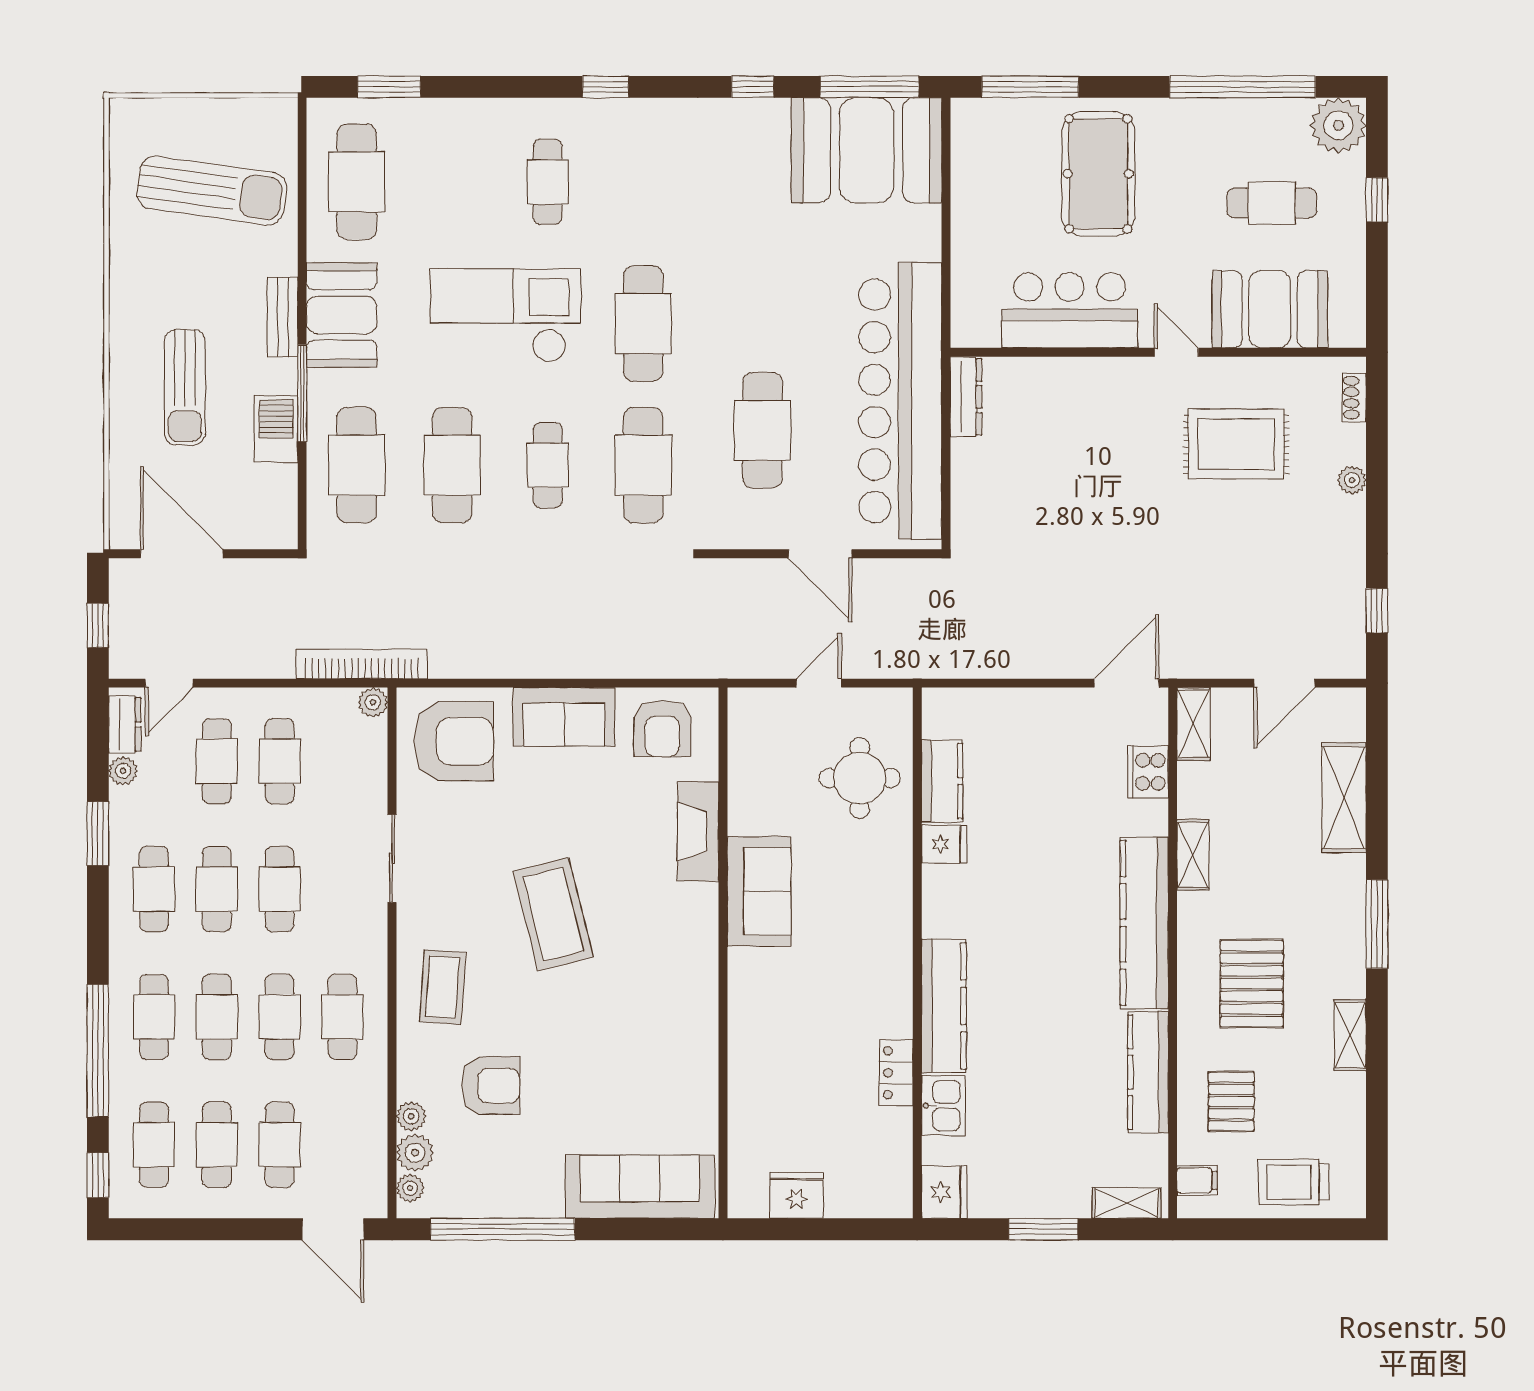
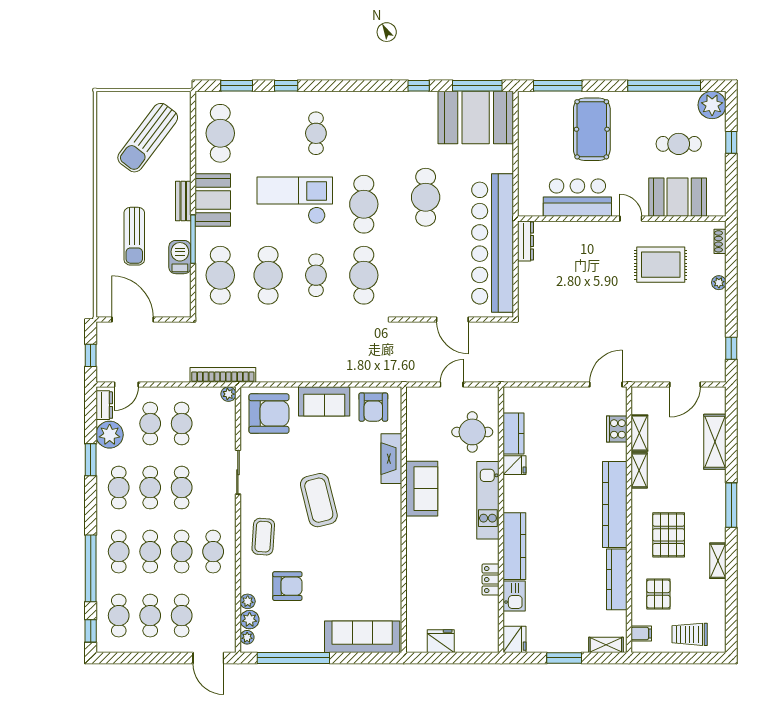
window: (606, 87) -> (286, 86), moved
sun lounger: (212, 191) -> (148, 138), turned 119
cafe table: (762, 430) -> (426, 197), moved
shelving: (1193, 724) -> (639, 433), moved
plant: (123, 771) -> (110, 435), width x1.88, depth x1.88
kitchen unit: (891, 914) -> (488, 500), added

